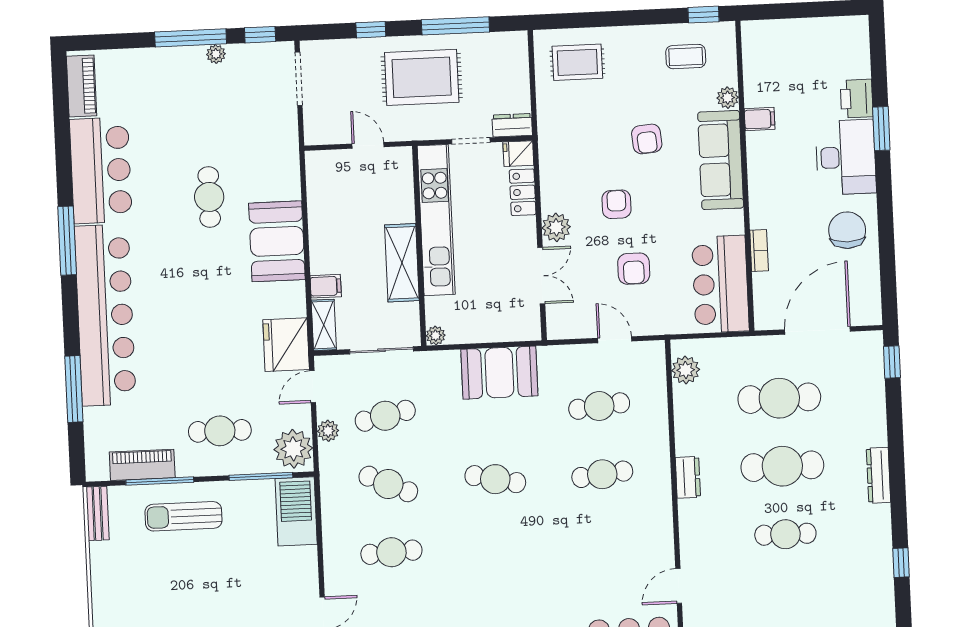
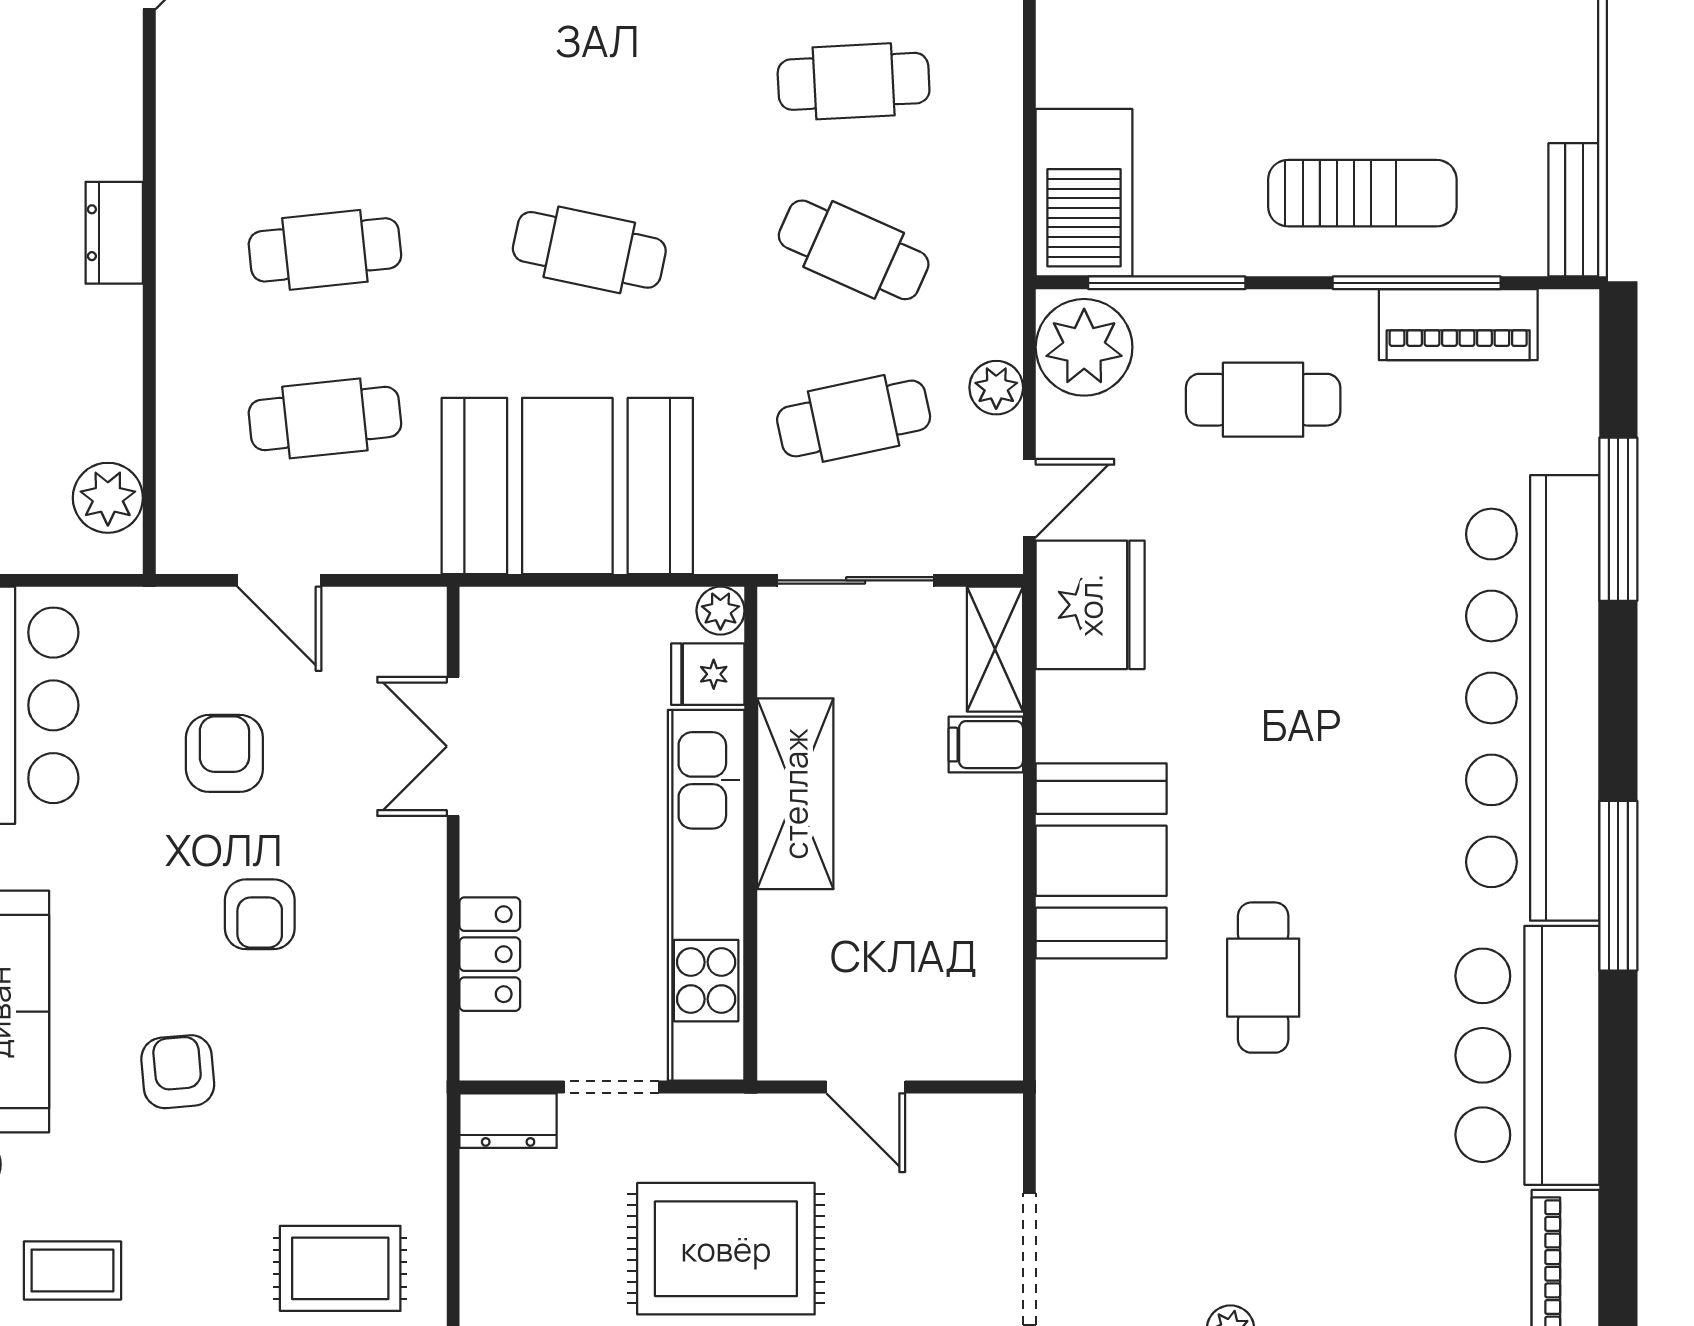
fridge: (518, 154) -> (708, 674), moved, turned 180
plant: (556, 227) -> (411, 864), removed
booth: (499, 373) -> (567, 486), width x1.36, depth x1.42

